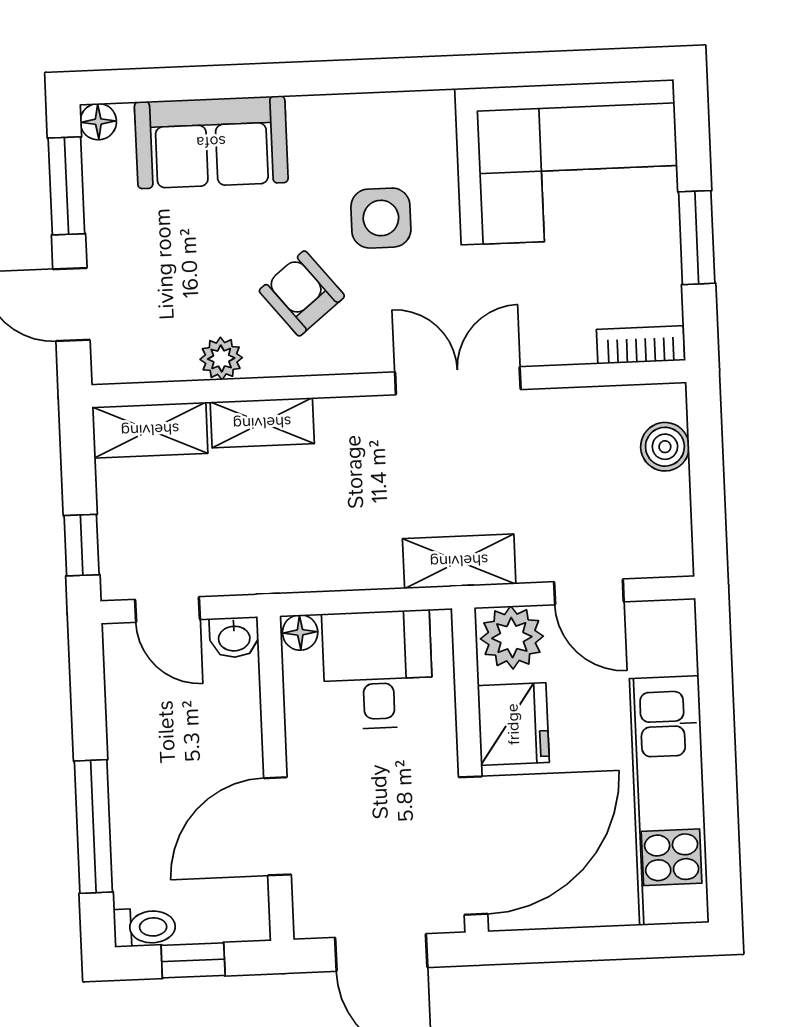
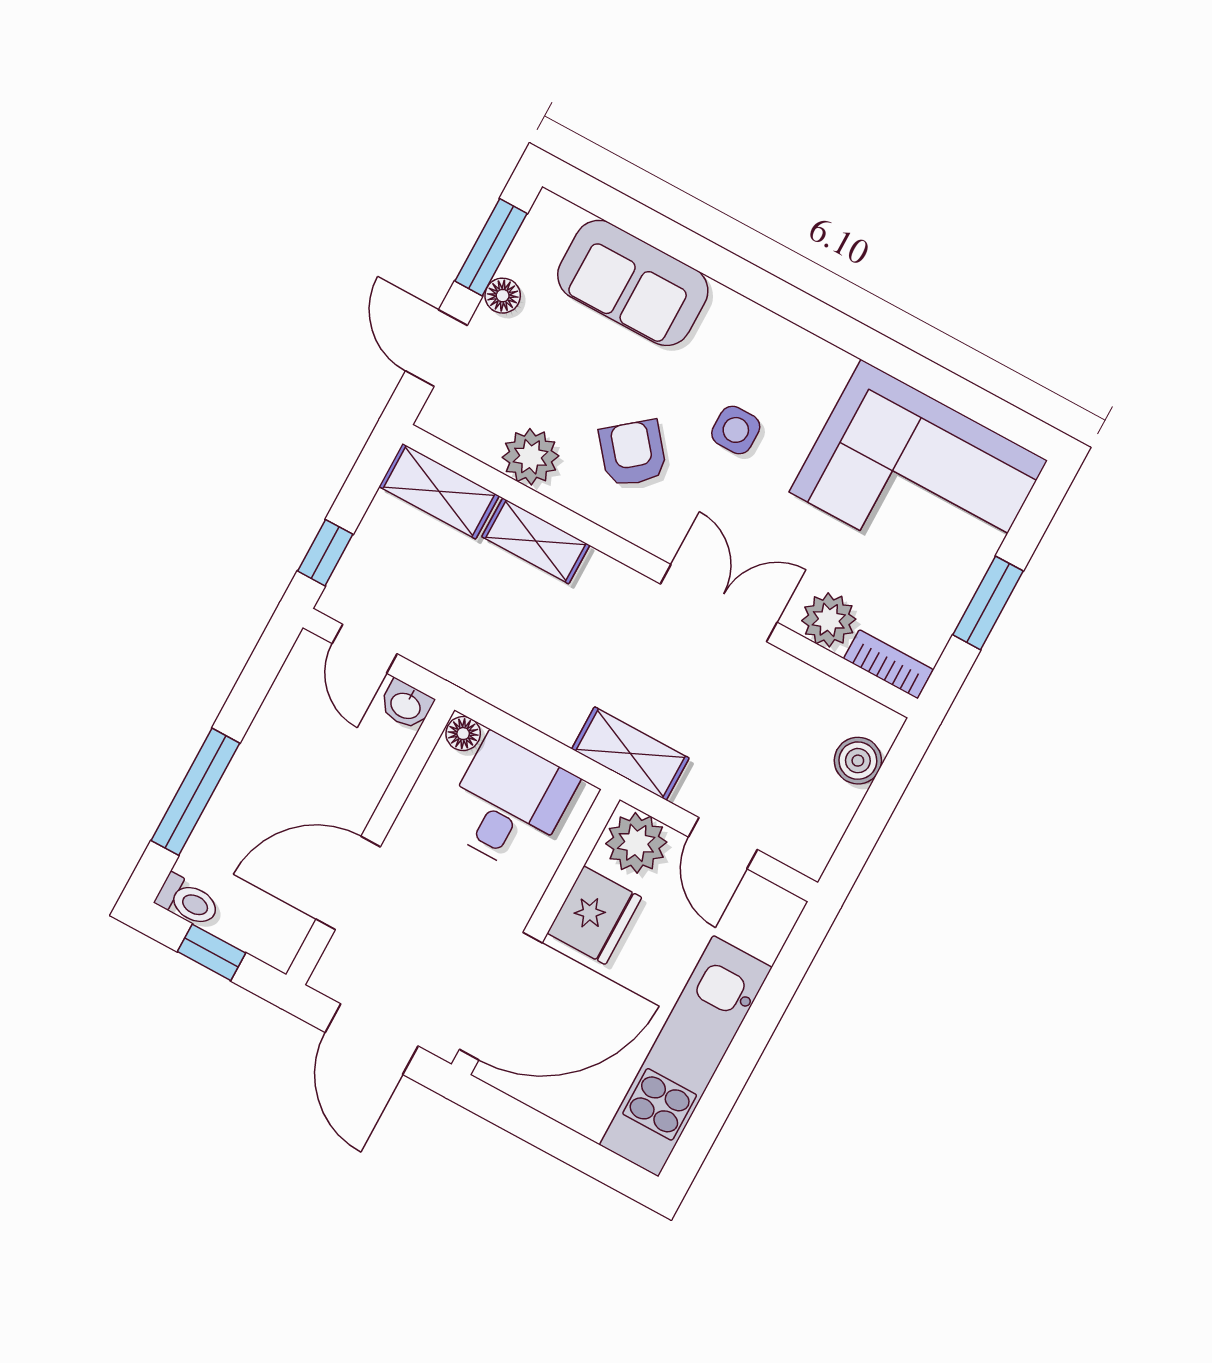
floor lamp: (98, 122) -> (503, 296), moved
side table: (381, 218) -> (736, 430), width x0.73, depth x0.73
plant: (564, 337) -> (829, 620), added
plant: (221, 359) -> (531, 457), width x1.38, depth x1.38

